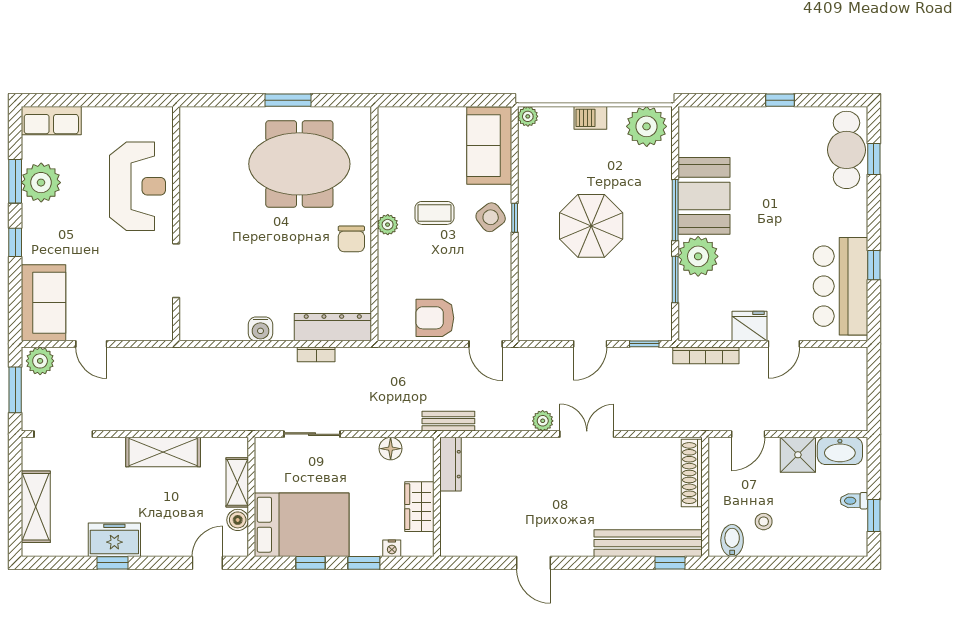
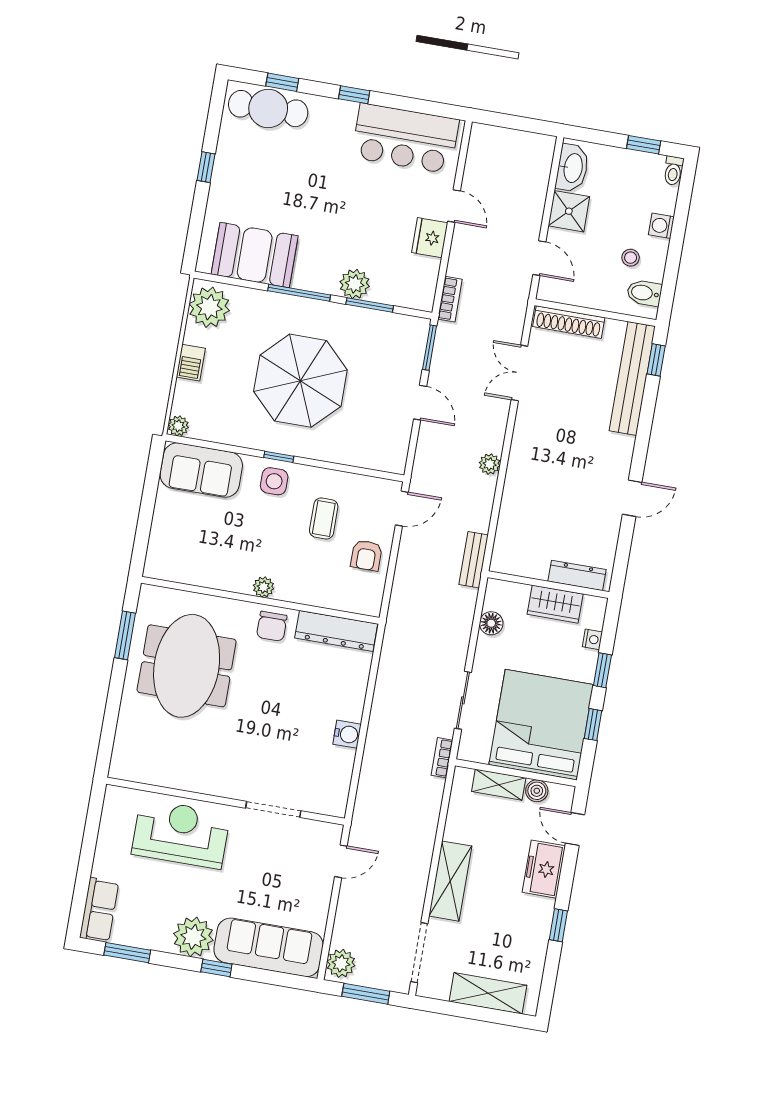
window: (288, 100) -> (125, 635), moved
window: (15, 181) -> (127, 953), moved
plant: (41, 183) -> (193, 937), moved
booth: (704, 196) -> (255, 255), moved
coffee table: (435, 213) -> (324, 519), moved
side table: (491, 217) -> (274, 481), turned 37
parasol: (591, 226) -> (300, 381), width x1.36, depth x1.36
chair: (351, 239) -> (272, 626), turned 90
plant: (698, 256) -> (355, 284), width x0.73, depth x0.73
window: (874, 265) -> (354, 95), moved
sofa: (43, 303) -> (269, 947), width x1.36
armchair: (435, 318) -> (366, 555), width x0.72, depth x0.72
dresser: (333, 327) -> (336, 631), moved, turned -90
door: (91, 344) -> (341, 861), moved
window: (644, 344) -> (430, 348), width x1.50
bookcase: (316, 354) -> (442, 758), moved, turned 180
bookcase: (706, 355) -> (450, 299), width x0.64
double door: (587, 434) -> (519, 373), moved
shelving: (163, 452) -> (450, 881), moved
dresser: (451, 464) -> (577, 575), moved
toilet: (854, 501) -> (673, 171), moved
bed: (302, 525) -> (541, 725), width x1.36
freezer: (114, 540) -> (544, 869), moved
washing machine: (799, 546) -> (661, 226), added

